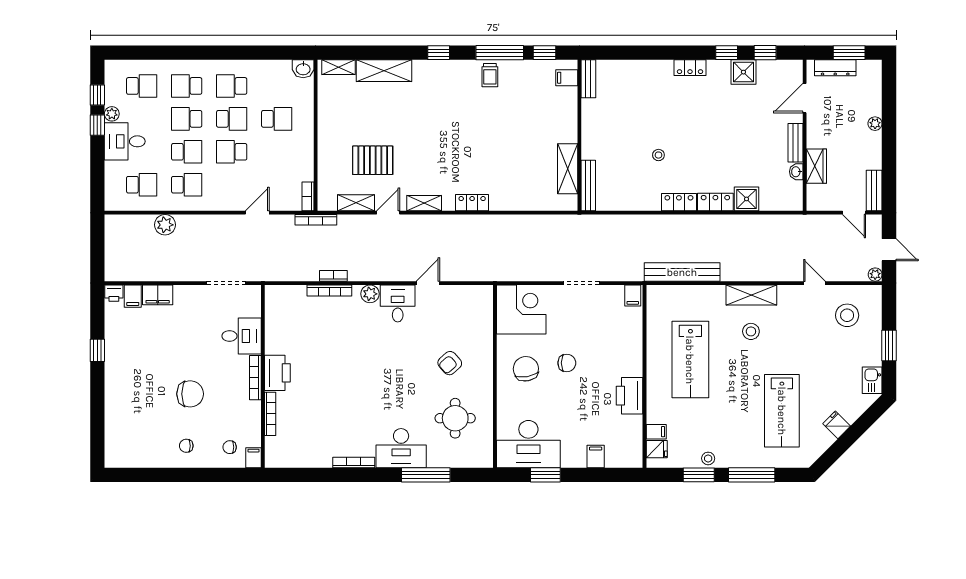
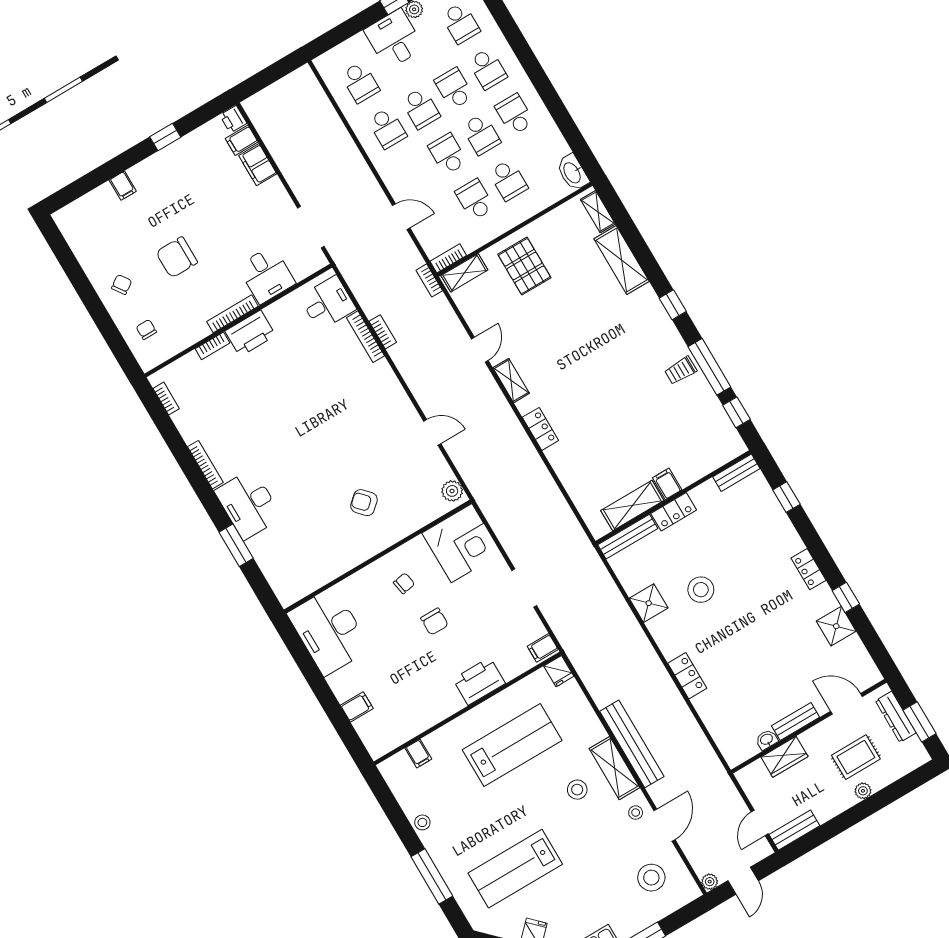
window: (765, 53) -> (786, 497), moved
washbasin: (303, 69) -> (573, 173), width x1.38
filing cabinet: (567, 78) -> (667, 484), moved
school desk: (187, 86) -> (488, 69), turned 180
rug: (847, 114) -> (856, 757), added
school desk: (277, 152) -> (475, 200), added
stool: (658, 155) -> (701, 590), width x1.89, depth x1.89
pallet: (373, 160) -> (524, 266), moved
shower: (746, 199) -> (649, 603), moved
locker: (679, 202) -> (674, 512), moved, turned 90
shelving: (356, 203) -> (464, 273), moved, turned 90
door: (388, 213) -> (480, 350), hinge flipped
bookcase: (316, 220) -> (429, 280), width x0.64
plant: (165, 225) -> (333, 130), removed
bench: (682, 272) -> (632, 744), moved
door: (814, 283) -> (664, 825), width x1.38
plant: (370, 294) -> (452, 491), moved
stool: (793, 299) -> (636, 813), added
desk: (398, 303) -> (328, 303), moved
lab bench: (690, 360) -> (512, 745), turned 180
chair: (526, 369) -> (404, 583), width x0.54, depth x0.54
chair: (190, 394) -> (177, 257), turned 90
printer: (630, 396) -> (479, 681), moved
bookcase: (270, 414) -> (212, 346), width x0.64
round table: (455, 418) -> (311, 541), removed
chair: (186, 446) -> (122, 285), turned 55
fridge: (657, 449) -> (559, 671), moved
filing cabinet: (253, 458) -> (123, 186), moved, turned 90
bookcase: (289, 462) -> (166, 399), added
window: (426, 475) -> (236, 545), width x0.69
window: (545, 475) -> (308, 667), removed
window: (699, 475) -> (400, 823), removed

